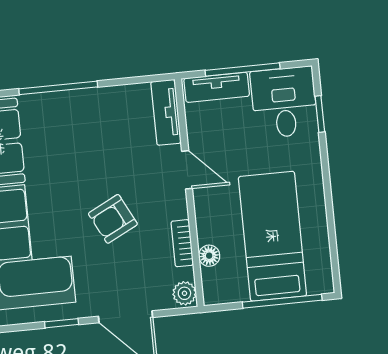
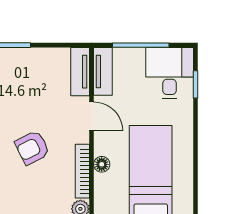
tv unit: (217, 87) -> (103, 71), moved, turned -90
bookcase: (182, 243) -> (82, 171), width x1.56
floor lamp: (209, 256) -> (102, 164), moved

